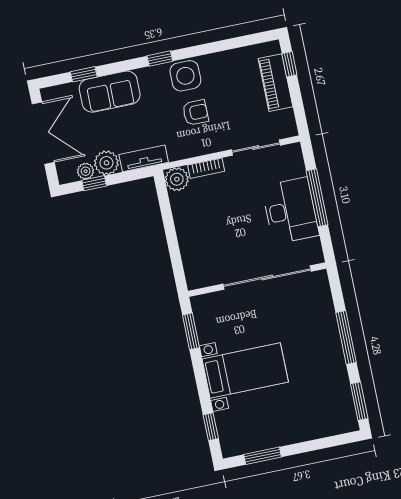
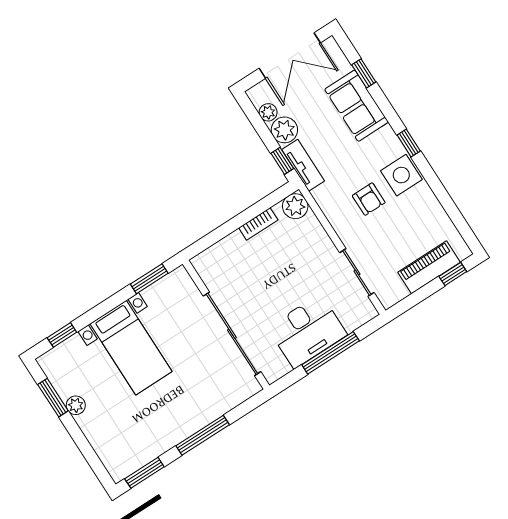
bookcase: (206, 168) -> (258, 224), moved, turned -90
window: (94, 183) -> (282, 161), moved
plant: (277, 438) -> (76, 405), added

